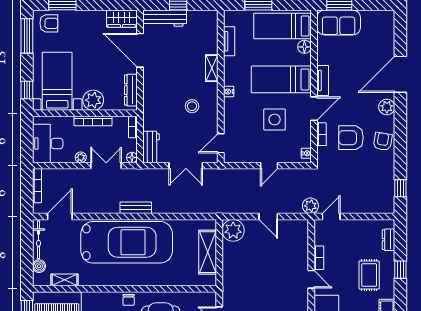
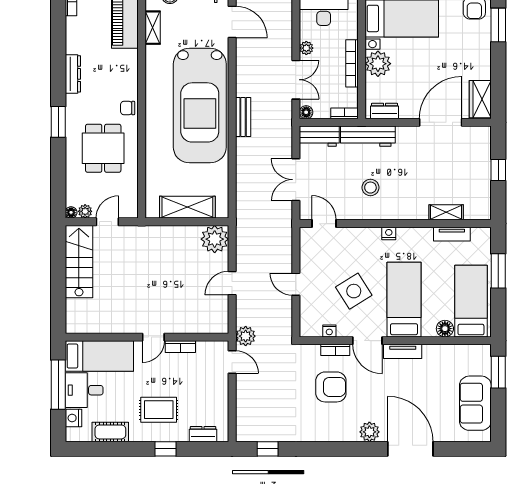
workbench: (165, 18) -> (368, 136), moved, turned -90
sofa: (339, 23) -> (475, 403), moved
shelving: (212, 68) -> (446, 212), moved
dresser: (131, 90) -> (384, 111), width x0.70
side table: (275, 119) -> (354, 291), turned -32
armchair: (351, 138) -> (331, 387), turned 90
armchair: (383, 141) -> (326, 427), removed
nightstand: (306, 153) -> (329, 331), moved

